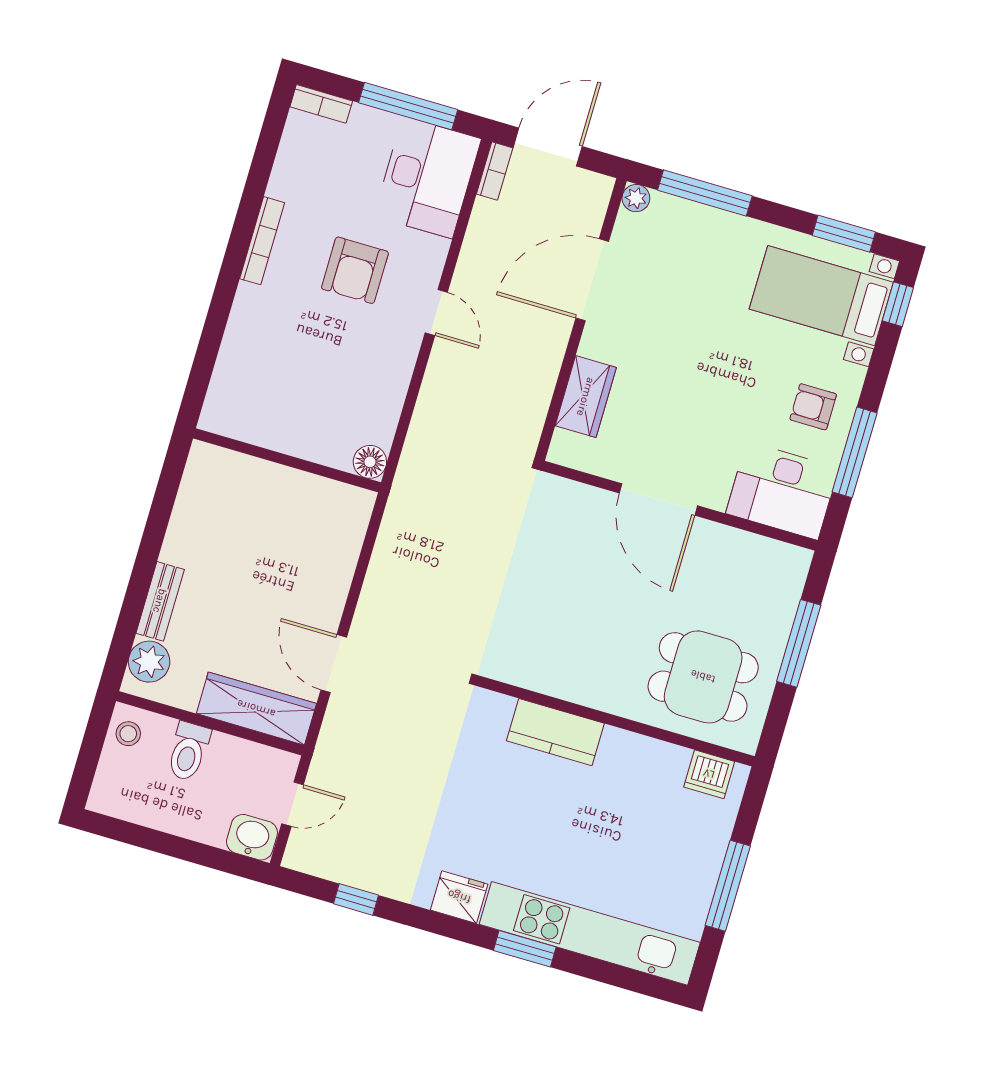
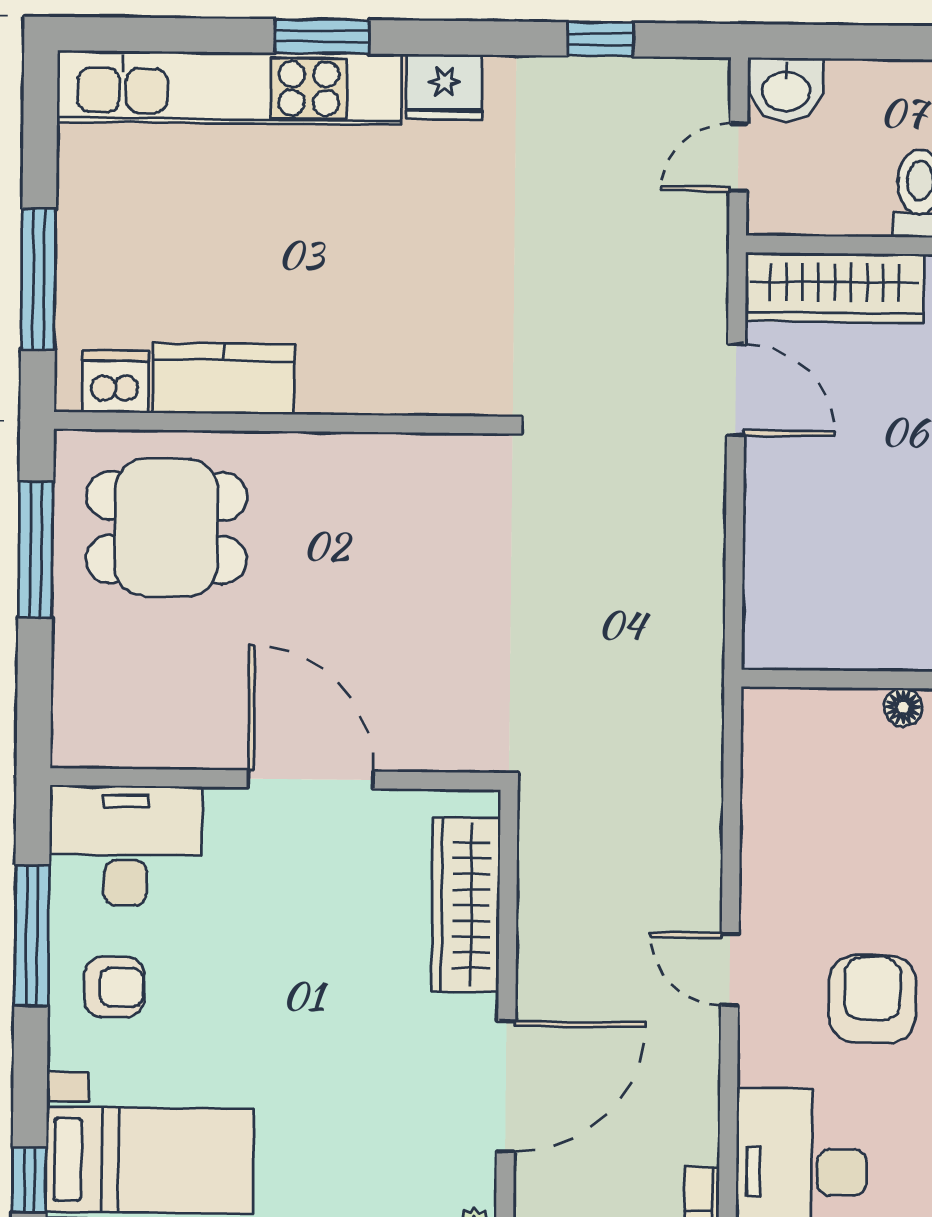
wardrobe: (586, 397) -> (466, 905), width x1.50
floor lamp: (370, 462) -> (903, 707), moved, width x0.73, depth x0.73
window: (799, 643) -> (36, 550), moved
kitchen counter: (555, 732) -> (223, 379), moved
window: (728, 886) -> (39, 279), moved

